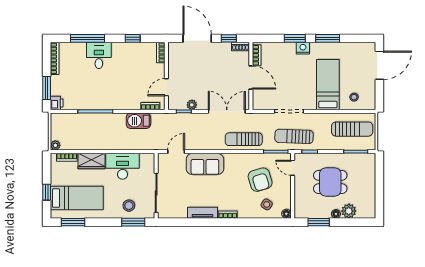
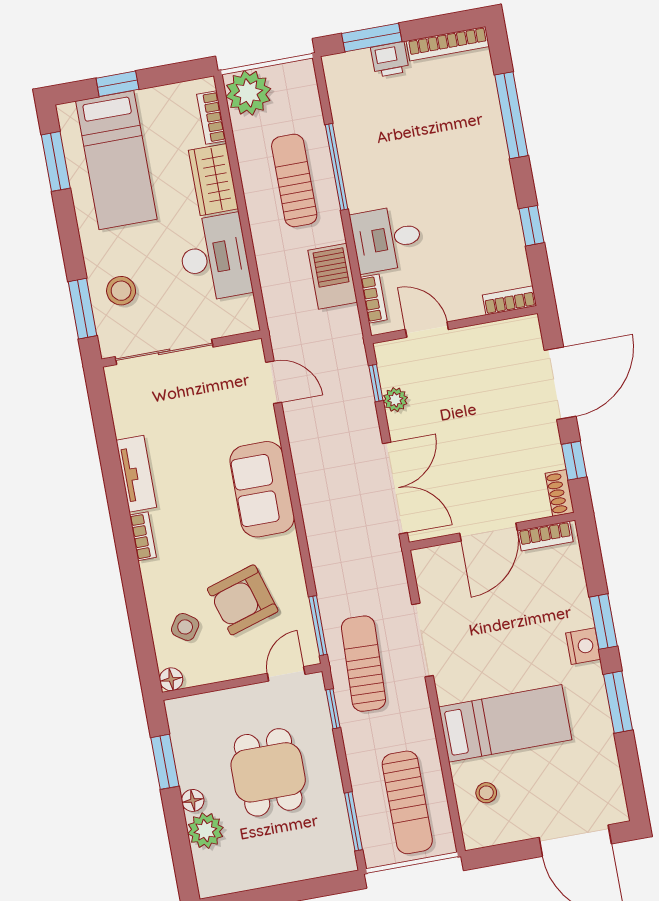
desk: (99, 55) -> (387, 239), moved, turned 180
printer: (57, 103) -> (390, 59), moved
sun lounger: (244, 139) -> (294, 180), moved
plant: (55, 145) -> (248, 93), width x1.88, depth x1.88
sofa: (205, 164) -> (262, 489), moved

